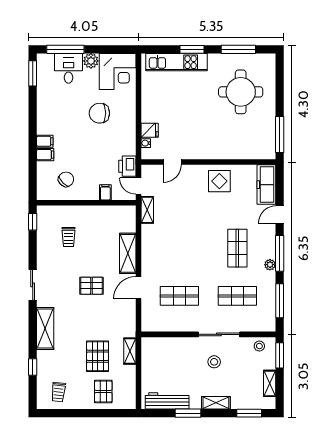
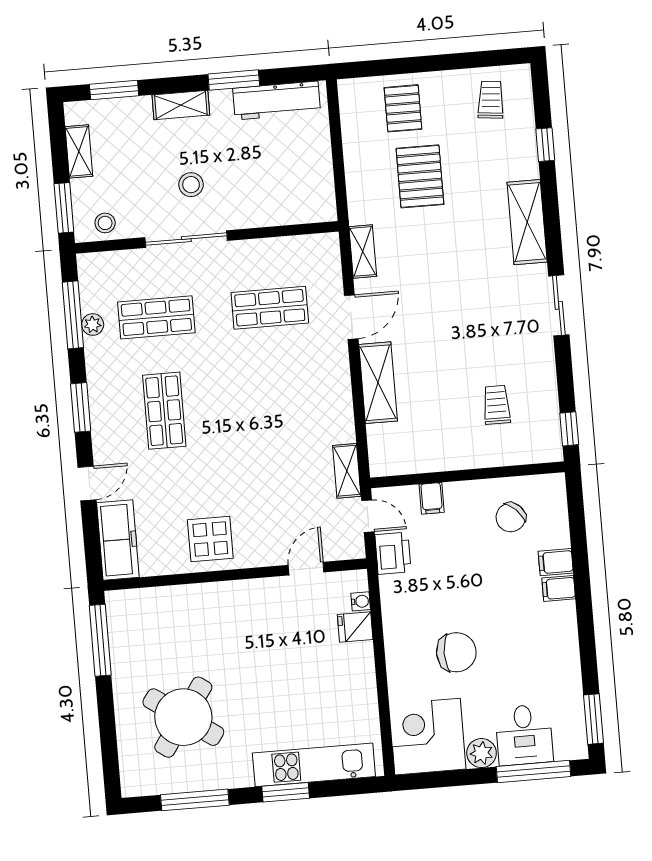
round table: (241, 92) -> (183, 717), turned 35
window: (280, 253) -> (81, 407), width x0.69
plant: (270, 265) -> (93, 325), moved
pallet: (91, 286) -> (444, 313), removed
shelving: (130, 351) -> (363, 251), moved

